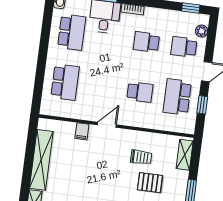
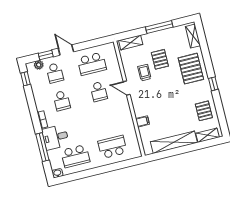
school desk: (72, 32) -> (75, 156), turned 180
school desk: (140, 92) -> (99, 91), turned 180
window: (202, 105) -> (46, 55), moved
door: (107, 125) -> (127, 88), moved

